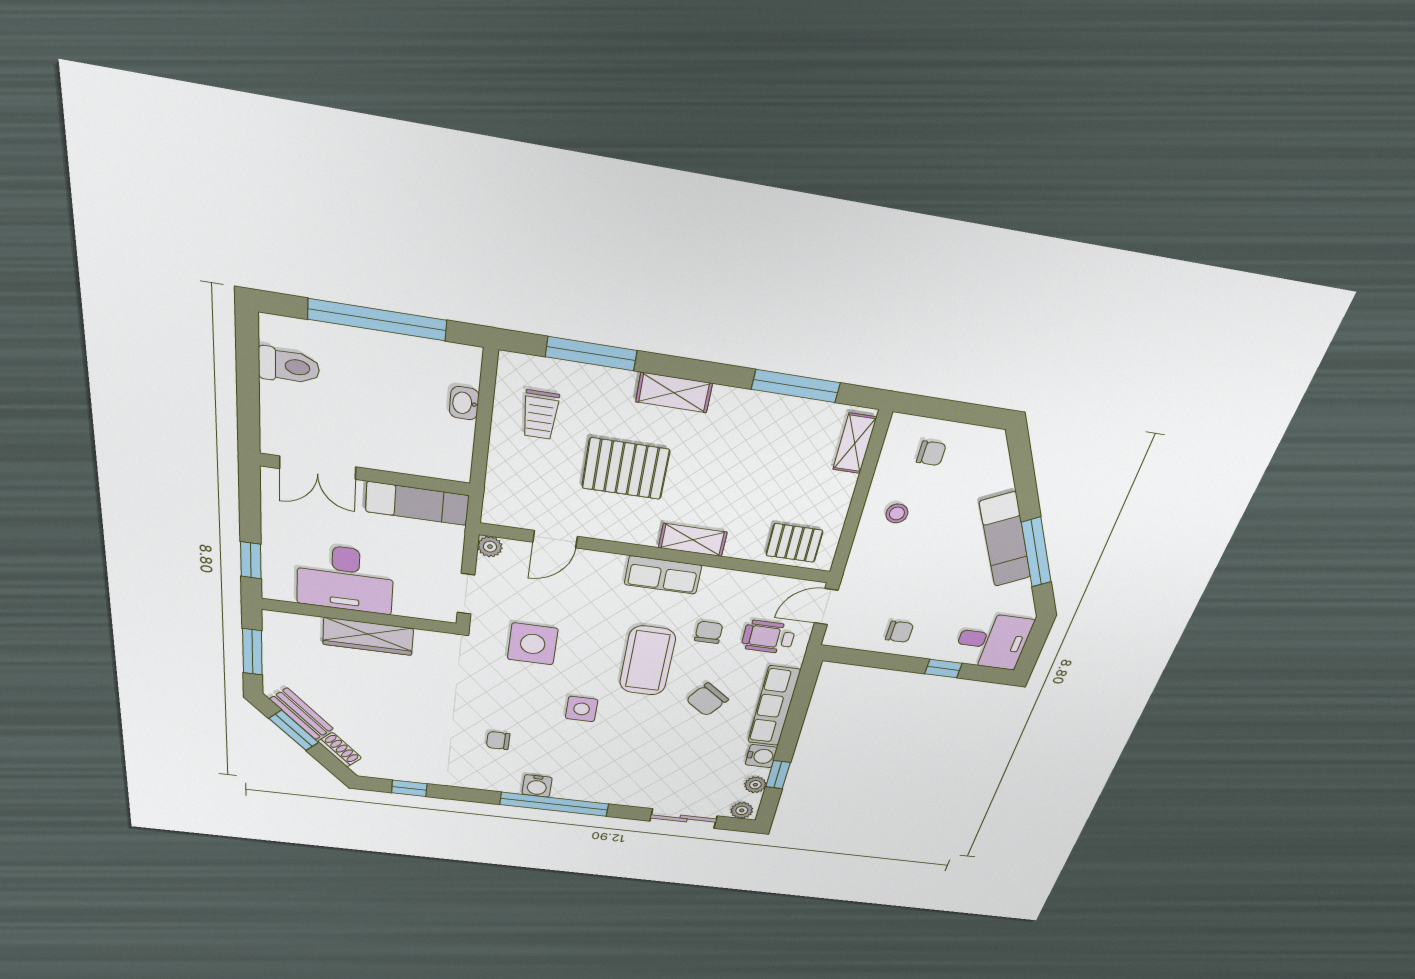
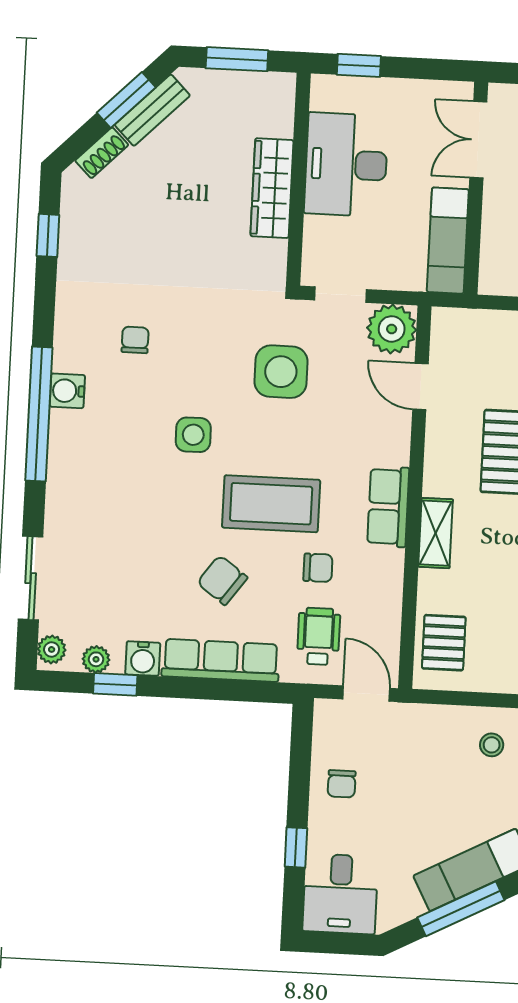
plant: (490, 547) -> (392, 329), width x1.88, depth x1.88

